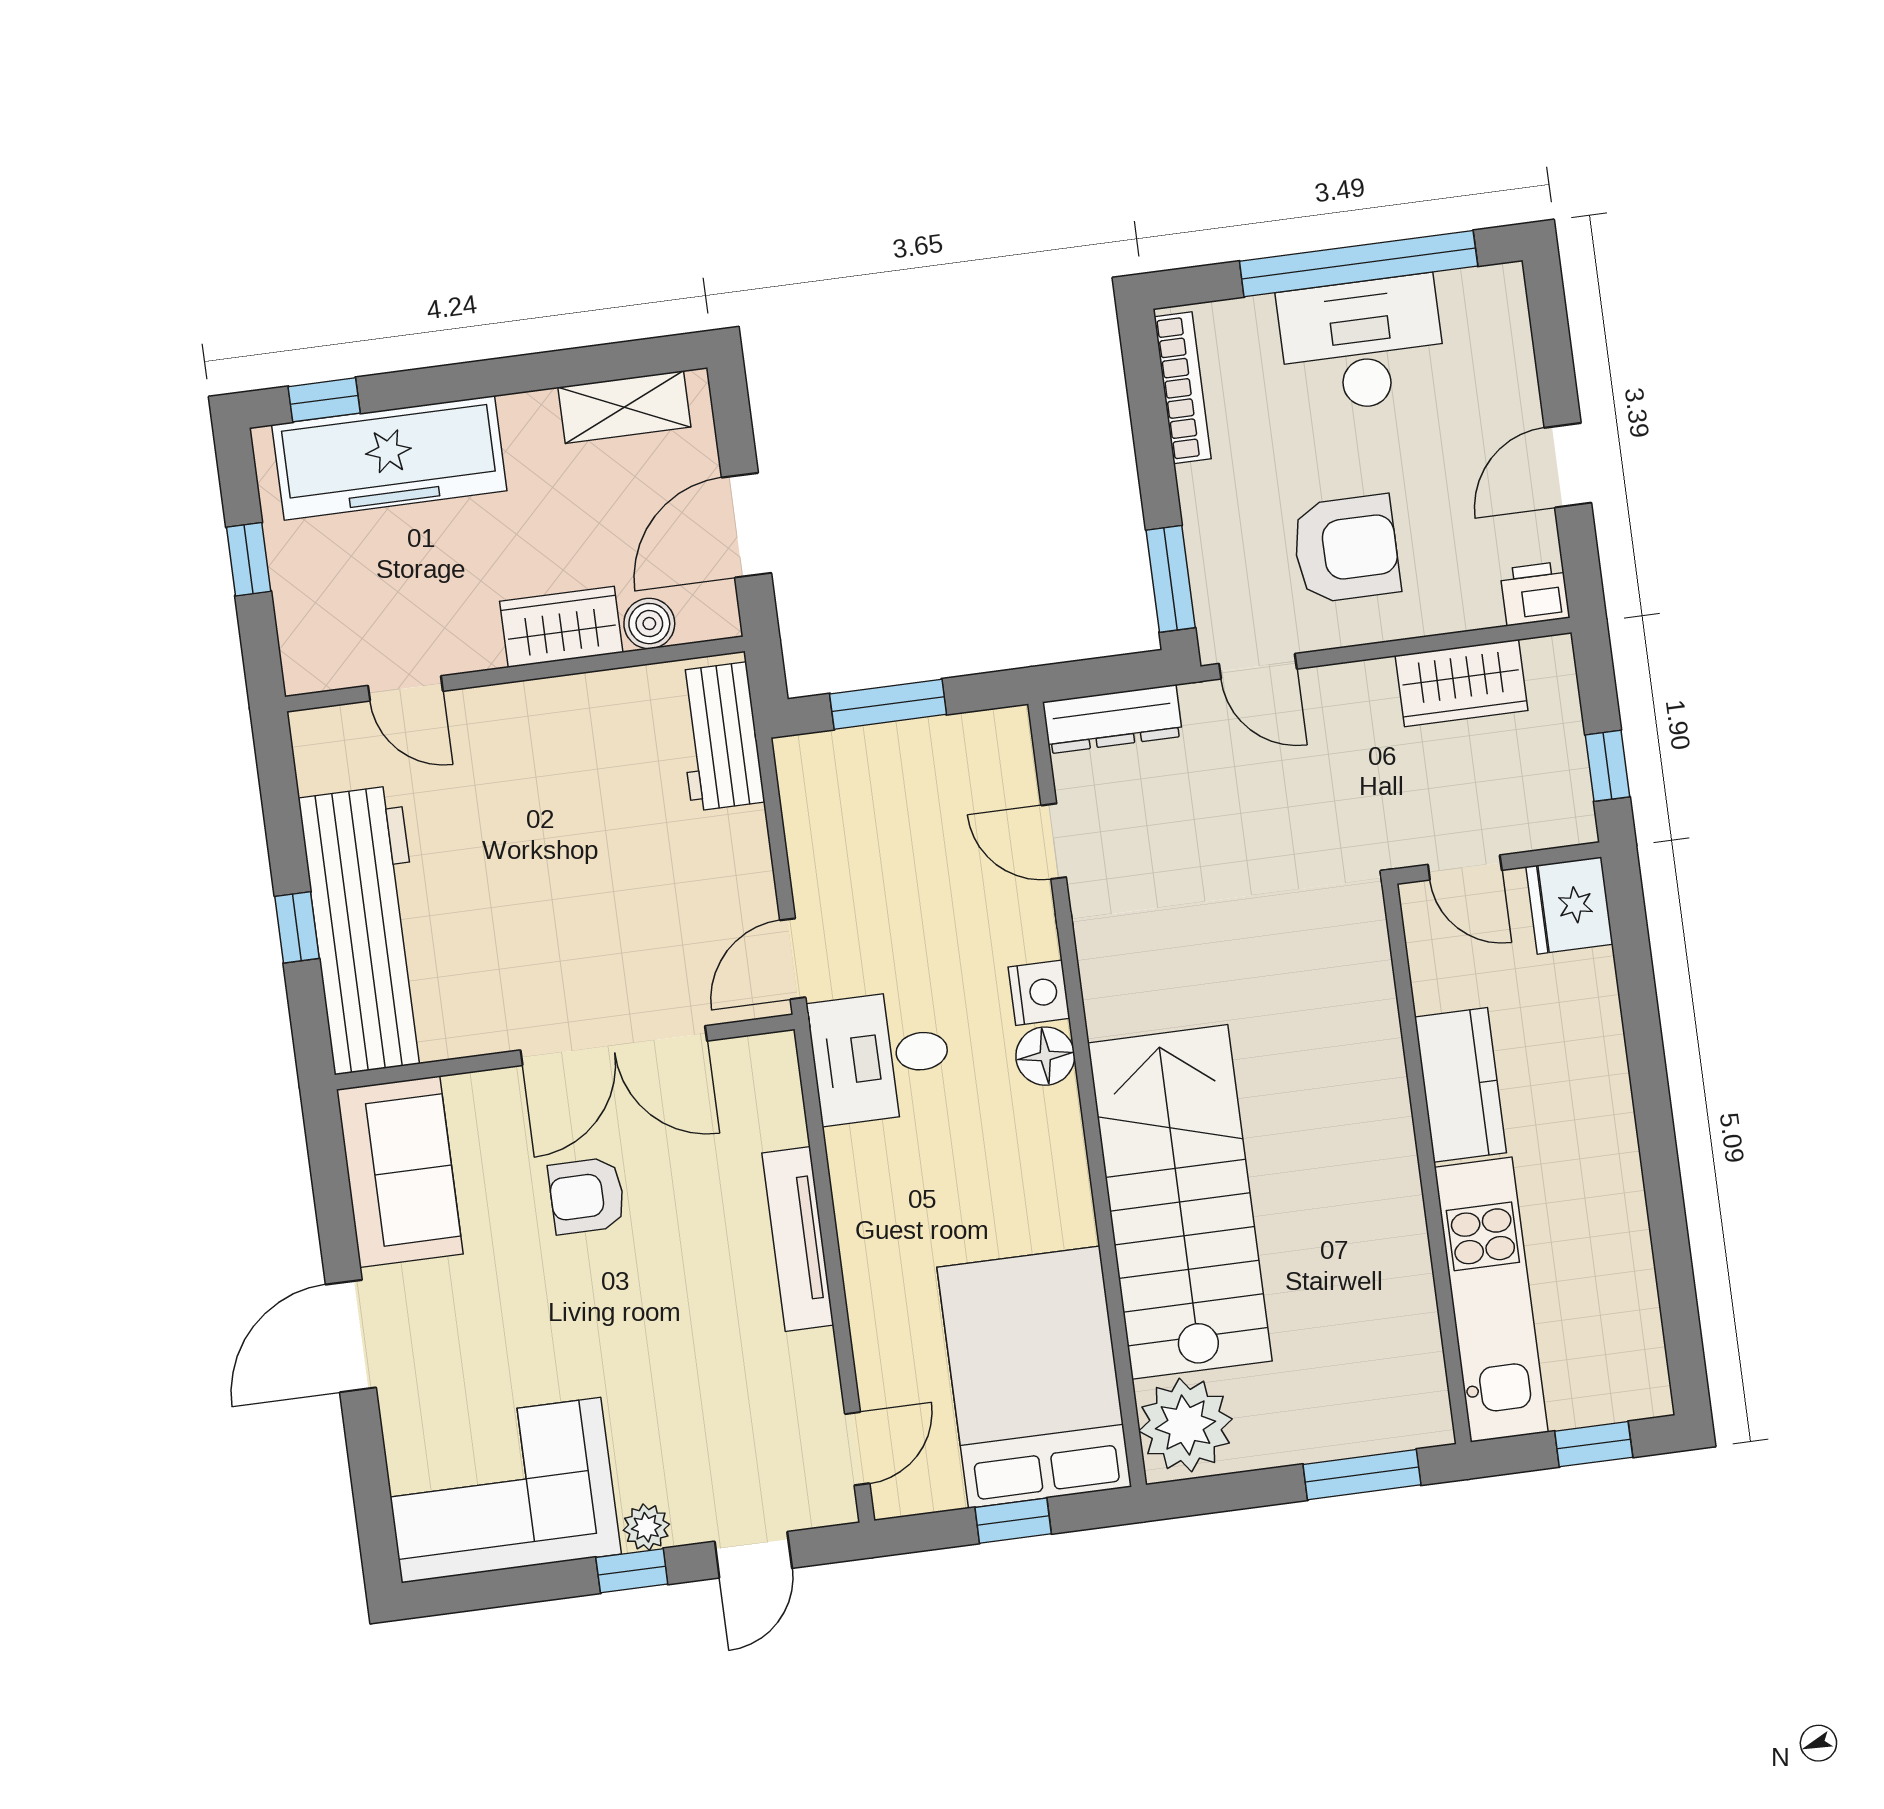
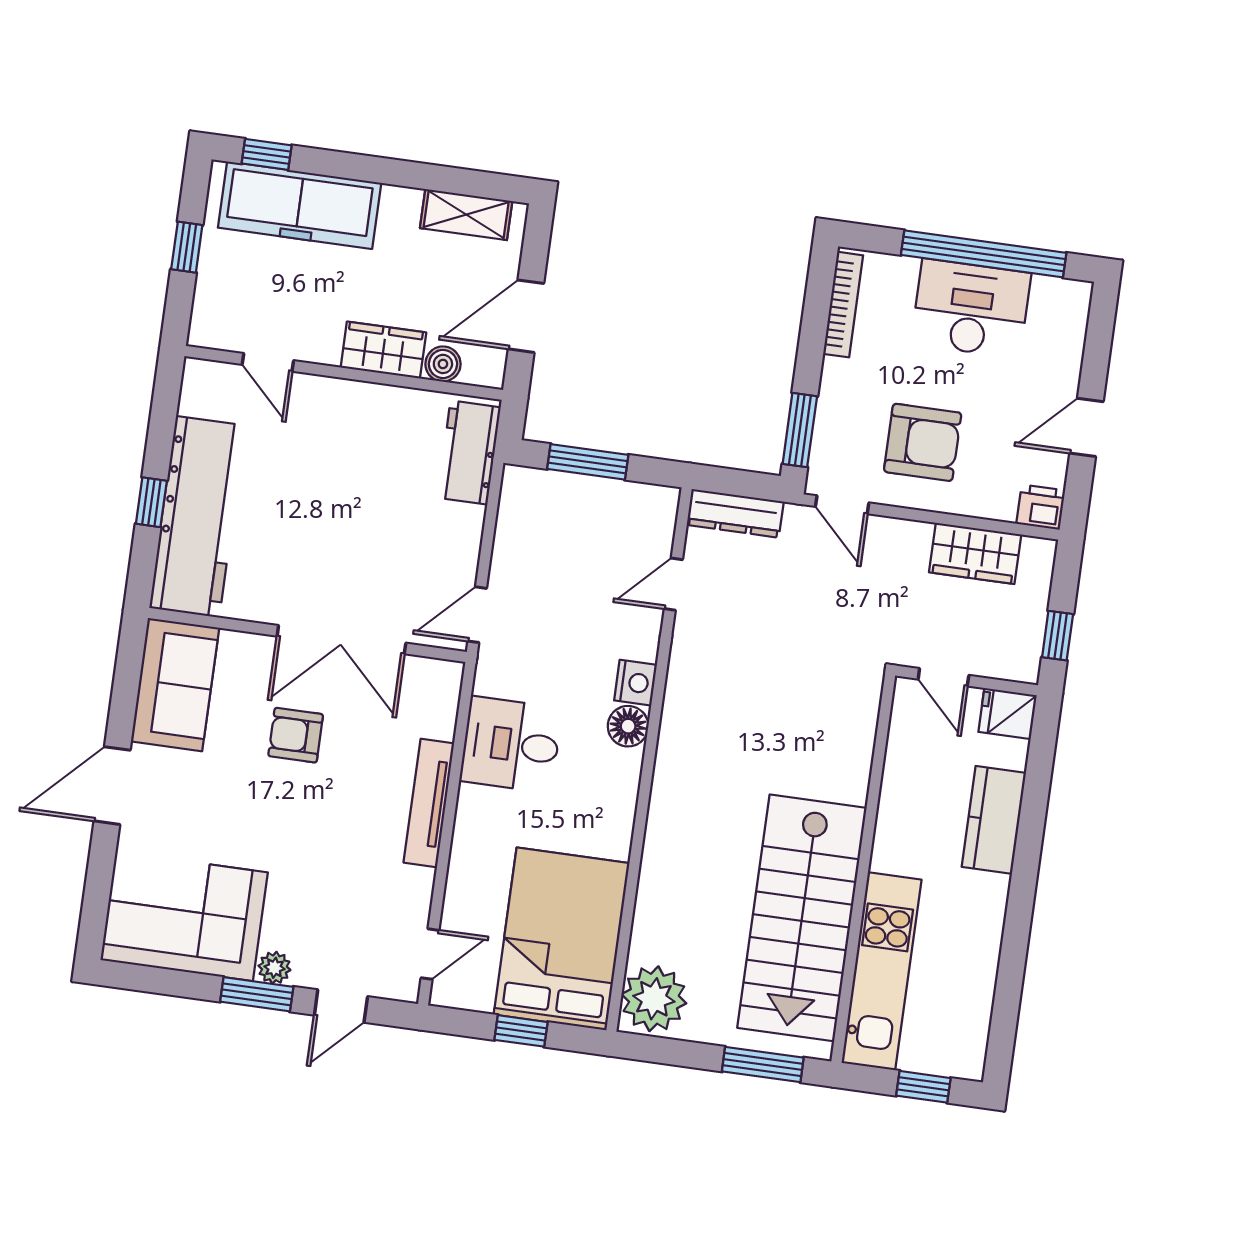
door: (1054, 841) -> (673, 584), hinge flipped
fridge: (1569, 905) -> (1008, 714), width x0.72
desk: (880, 1057) -> (511, 745), moved
kitchen counter: (1461, 1085) -> (994, 820), moved, turned 180
stairs: (1180, 1202) -> (802, 918), moved, turned 180
window: (632, 1571) -> (257, 994), width x1.50

